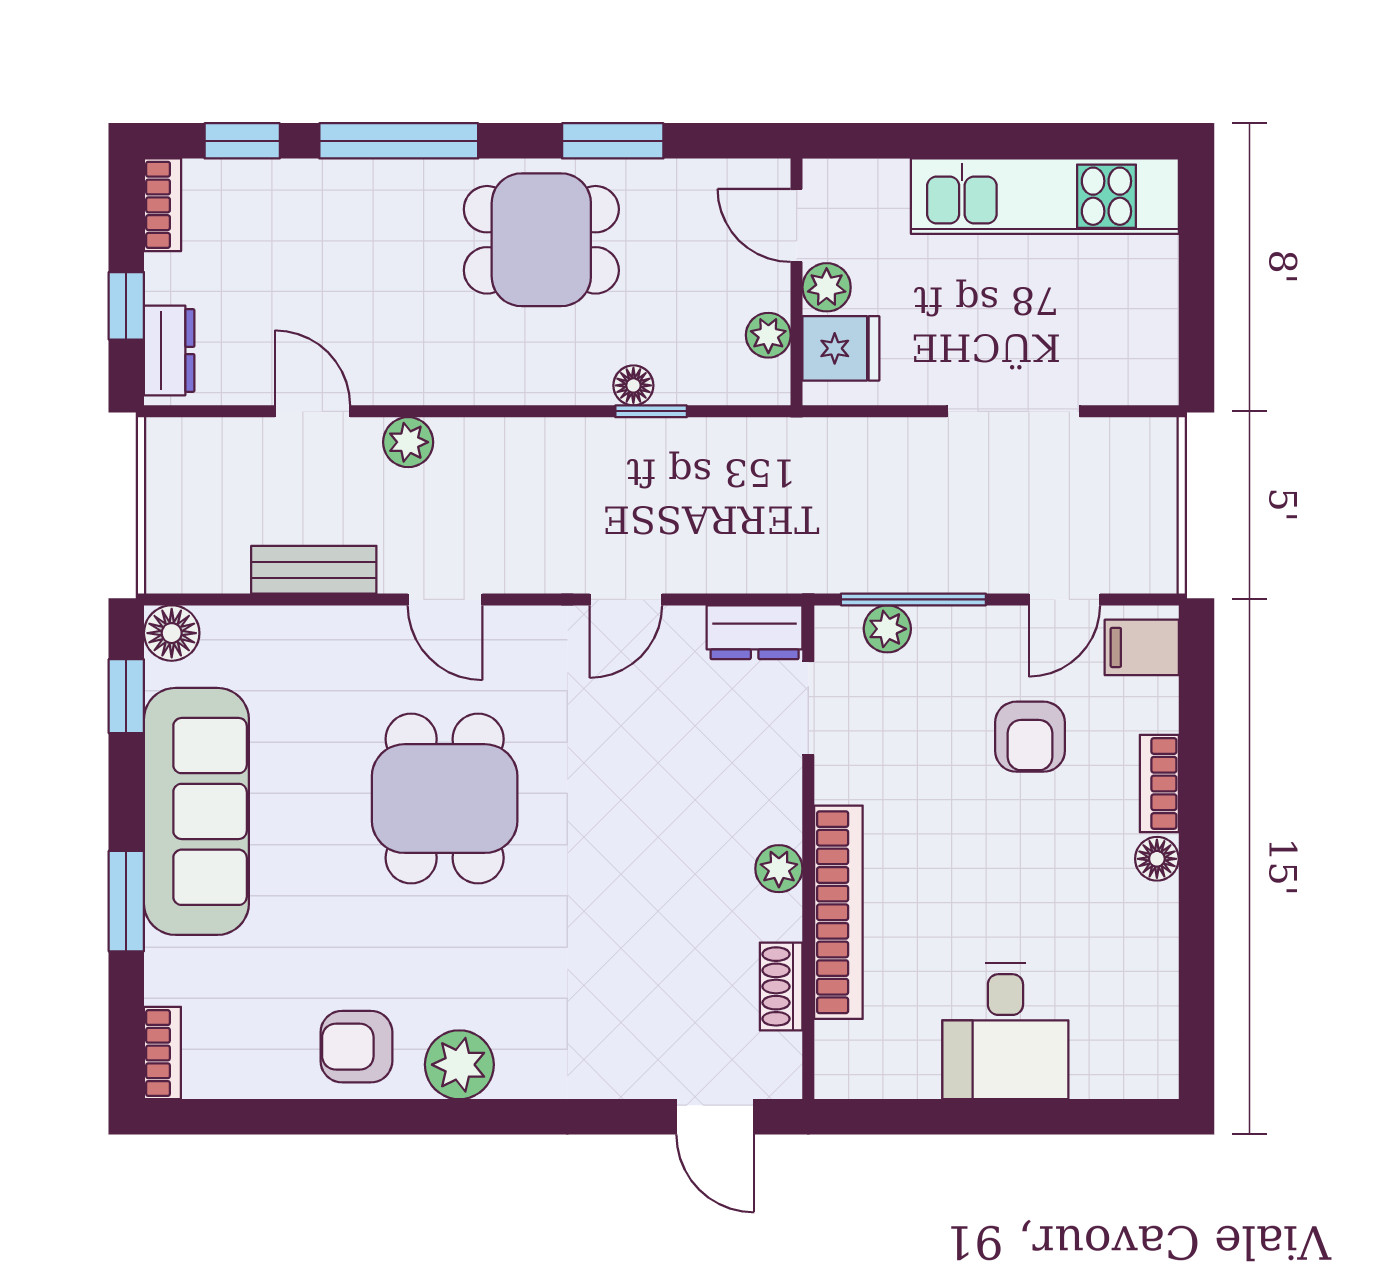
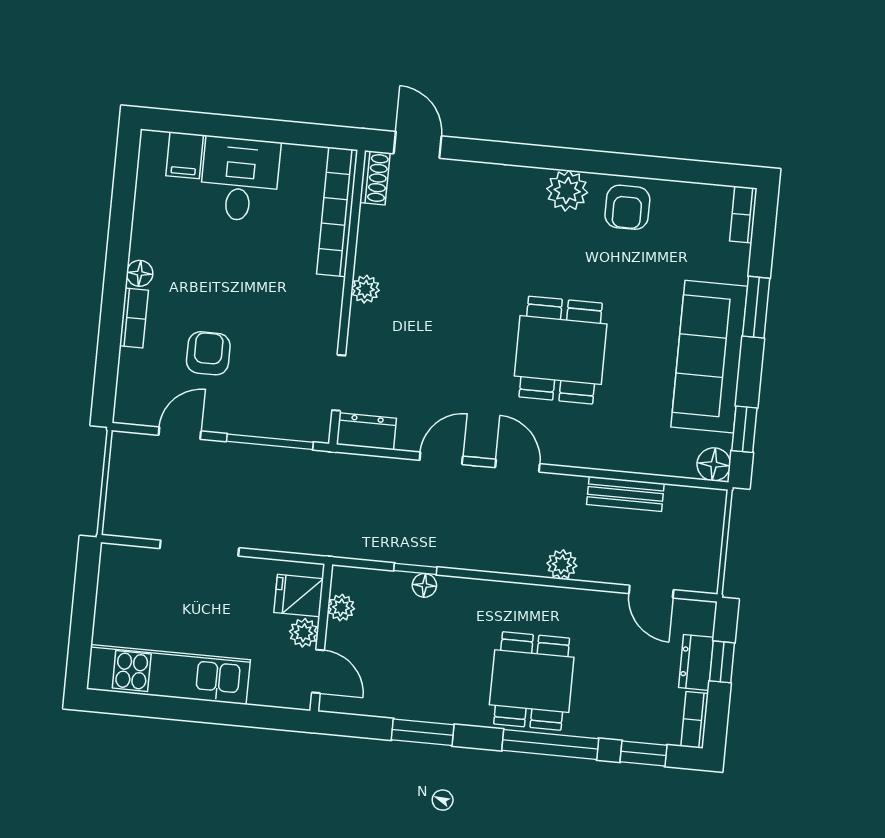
dining table: (541, 240) -> (532, 681), moved, turned 90
dresser: (169, 350) -> (696, 662), moved
door: (313, 411) -> (651, 592), moved
door: (445, 599) -> (518, 466), moved
plant: (887, 629) -> (287, 426), removed
filing cabinet: (1142, 647) -> (185, 155), moved, turned 90
bookcase: (838, 912) -> (337, 212), moved
shoe rack: (781, 986) -> (375, 178), moved
armchair: (356, 1047) -> (627, 207), turned 90

